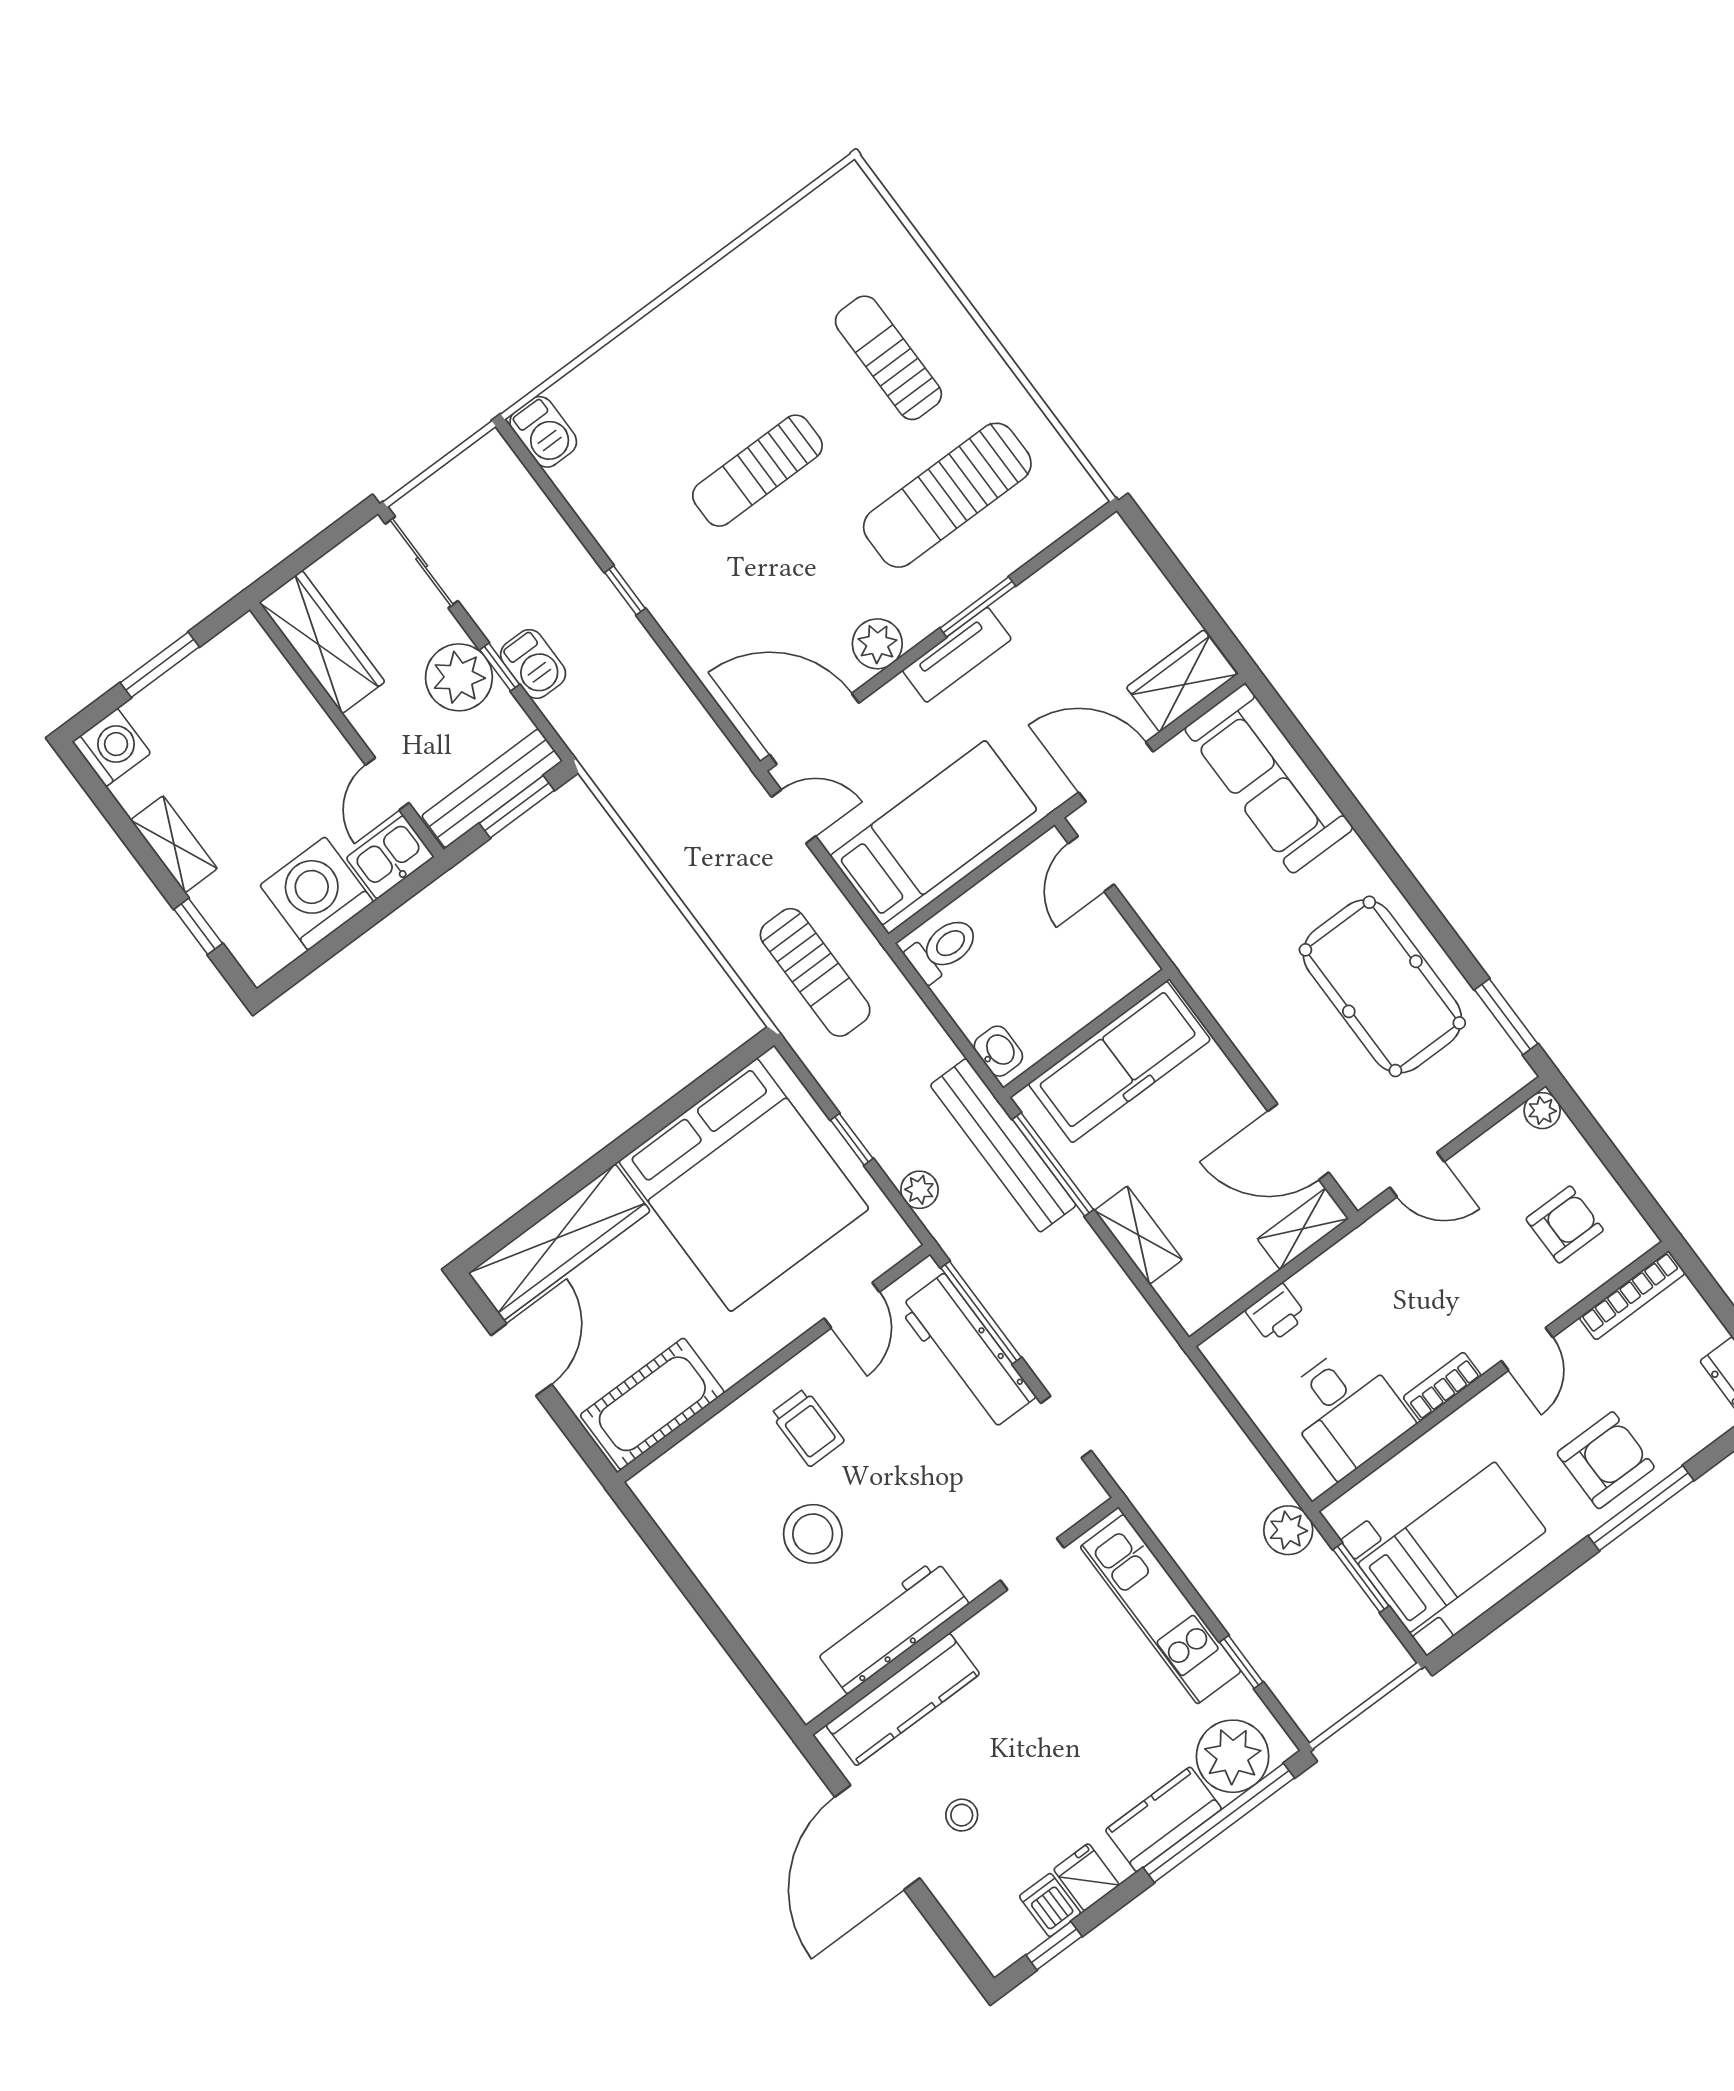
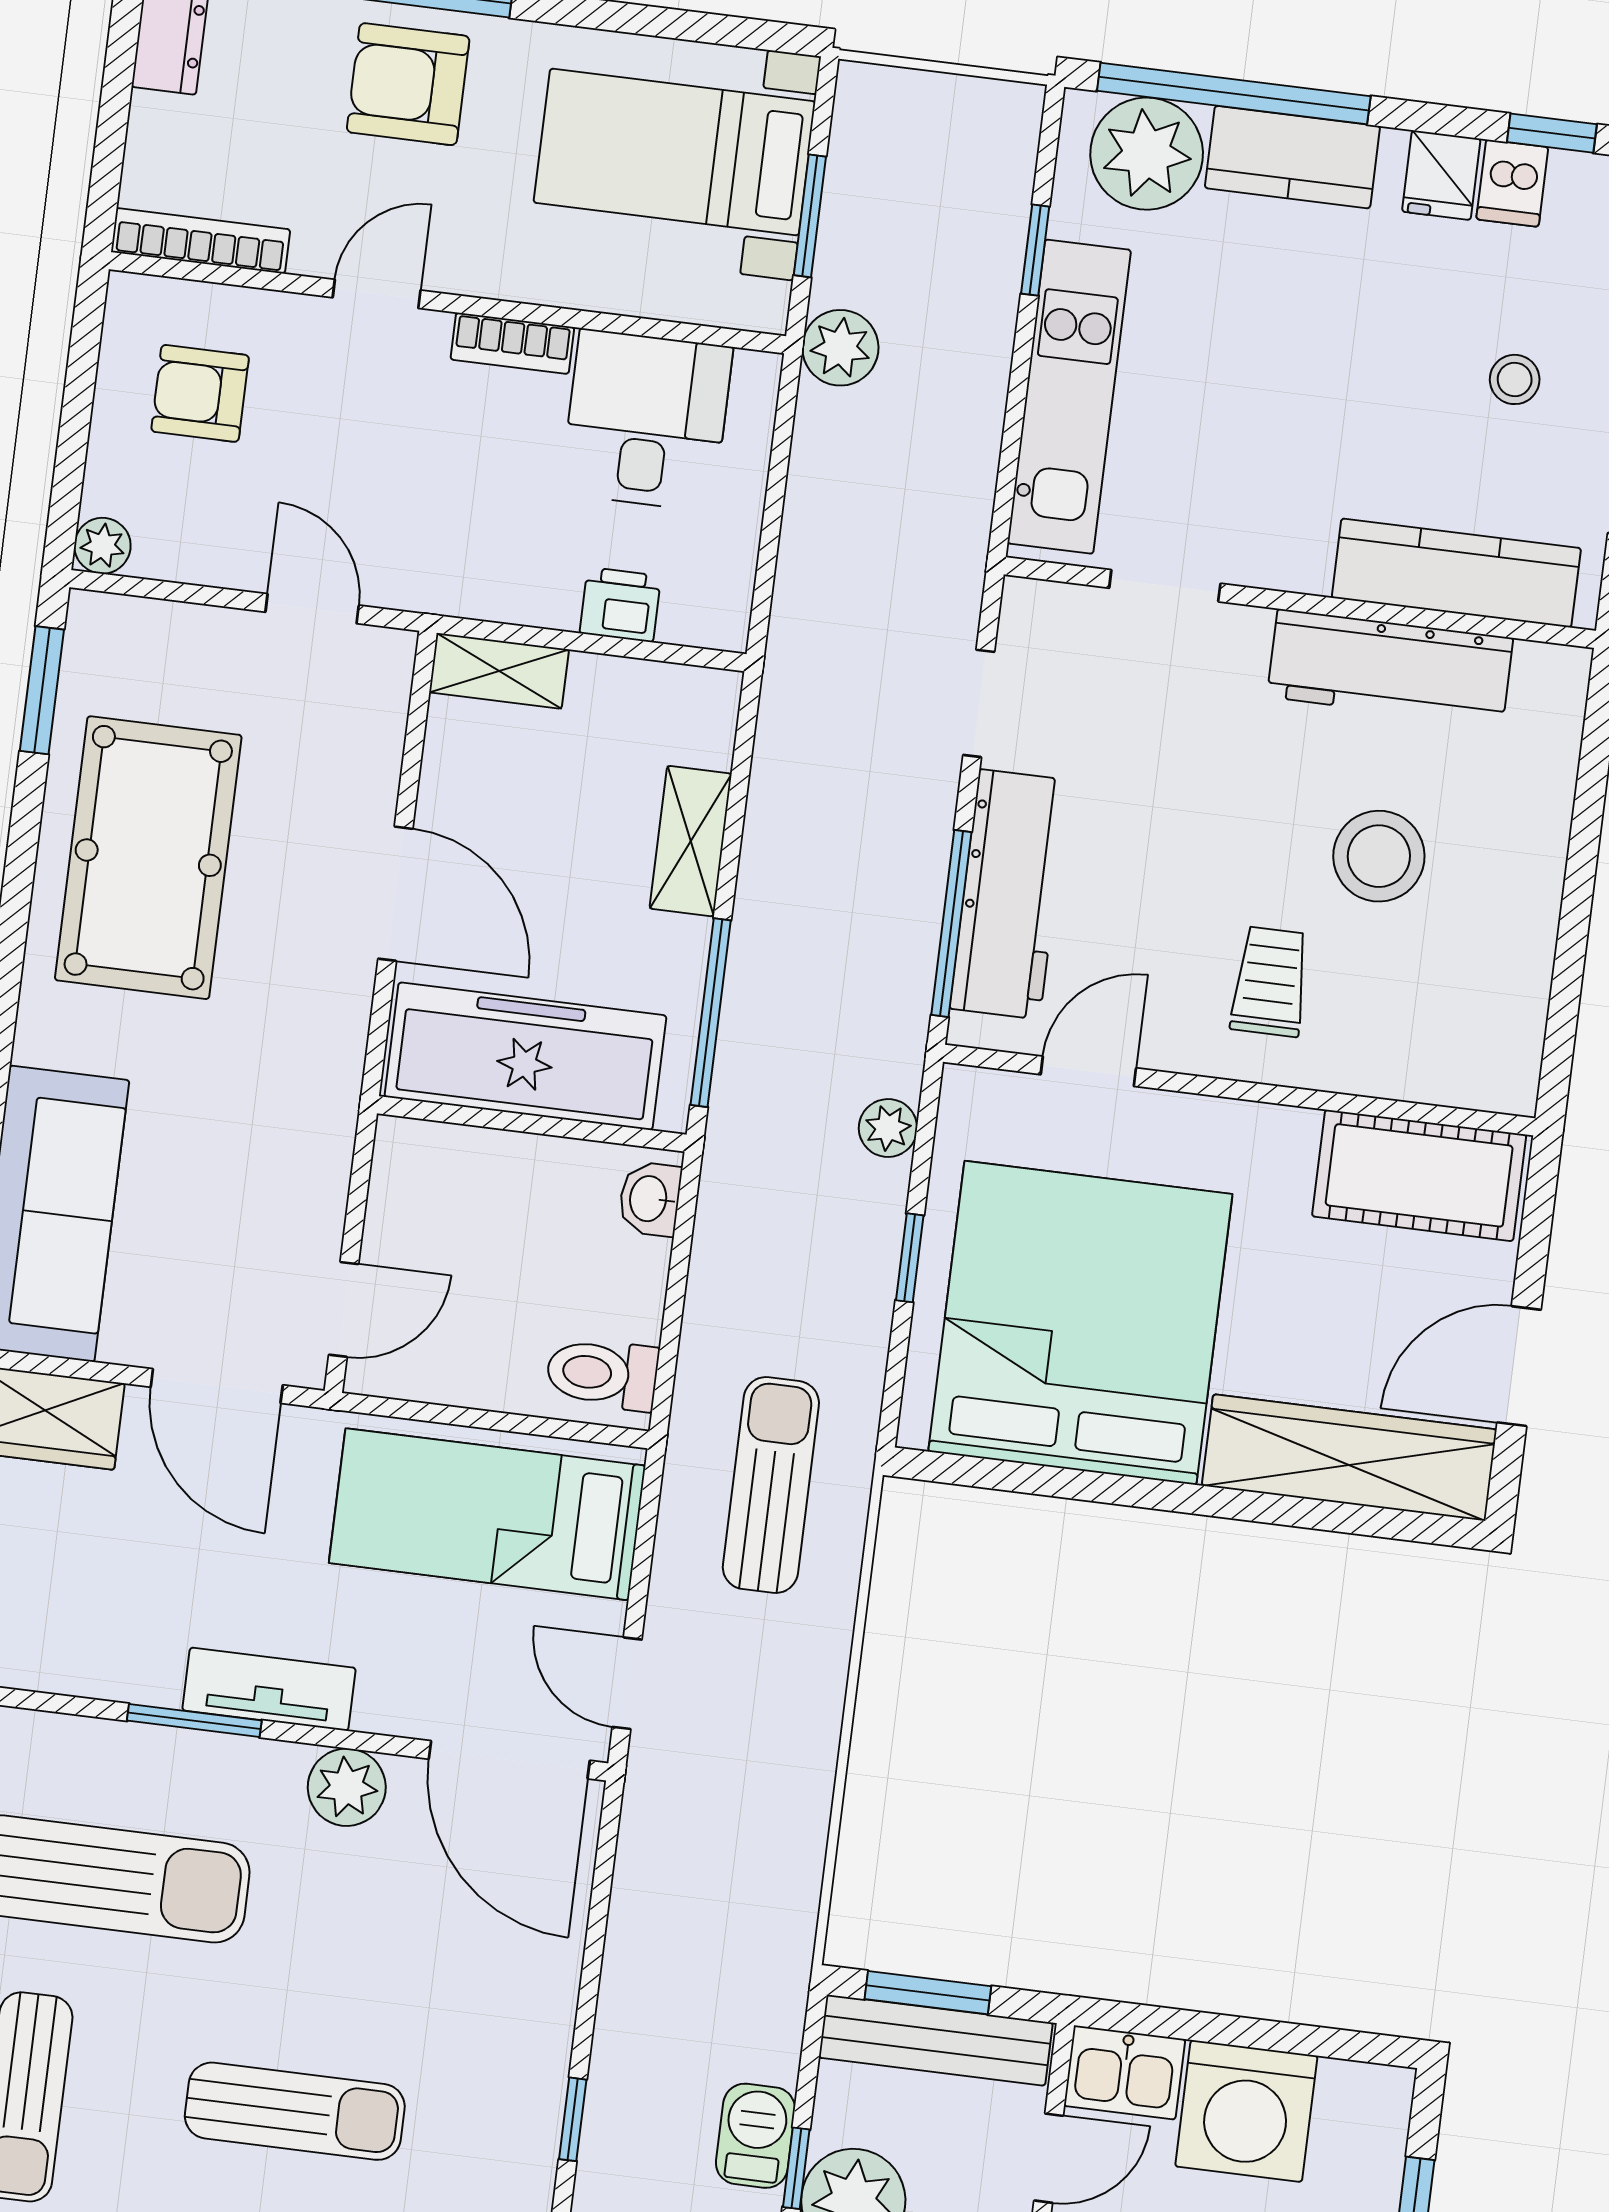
door: (1298, 1142) -> (395, 894), moved
bench: (1003, 1145) -> (746, 1088), removed

